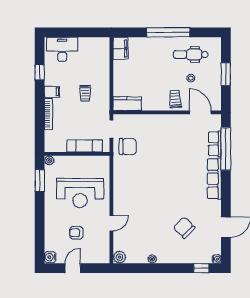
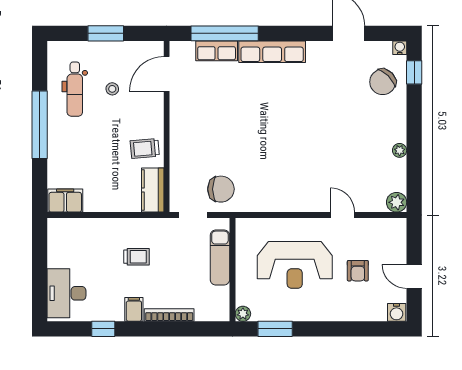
trolley: (175, 99) -> (145, 148), moved
chair: (128, 147) -> (221, 189), turned 90
reception desk: (80, 193) -> (295, 265), turned 90
chair: (184, 228) -> (383, 82), moved

